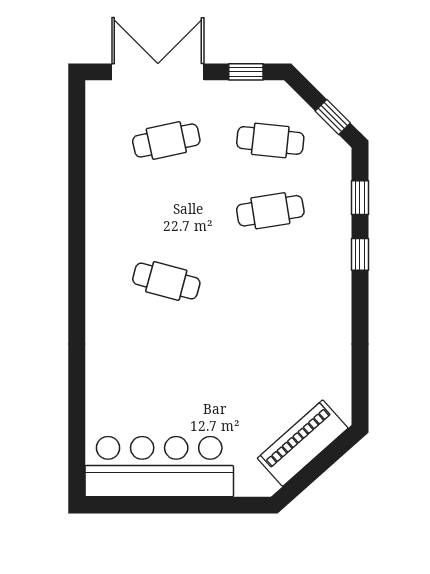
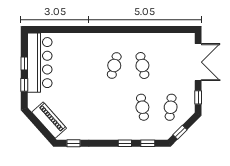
cafe table: (166, 140) -> (142, 65), moved
window: (360, 383) -> (73, 143), added
window: (161, 505) -> (24, 63), added
window: (215, 505) -> (24, 85), added

